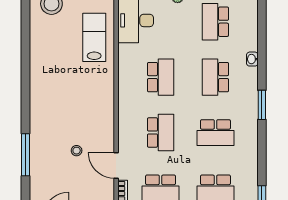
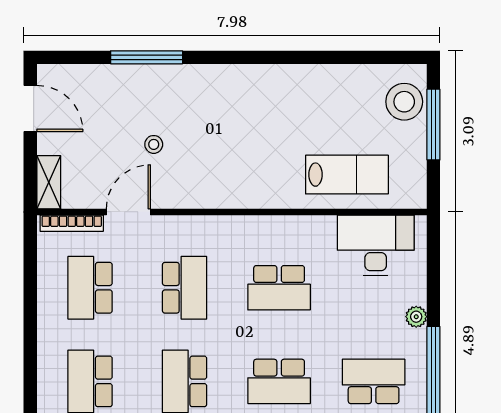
school desk: (215, 77) -> (279, 381), turned 180
school desk: (161, 133) -> (185, 288), turned -90

